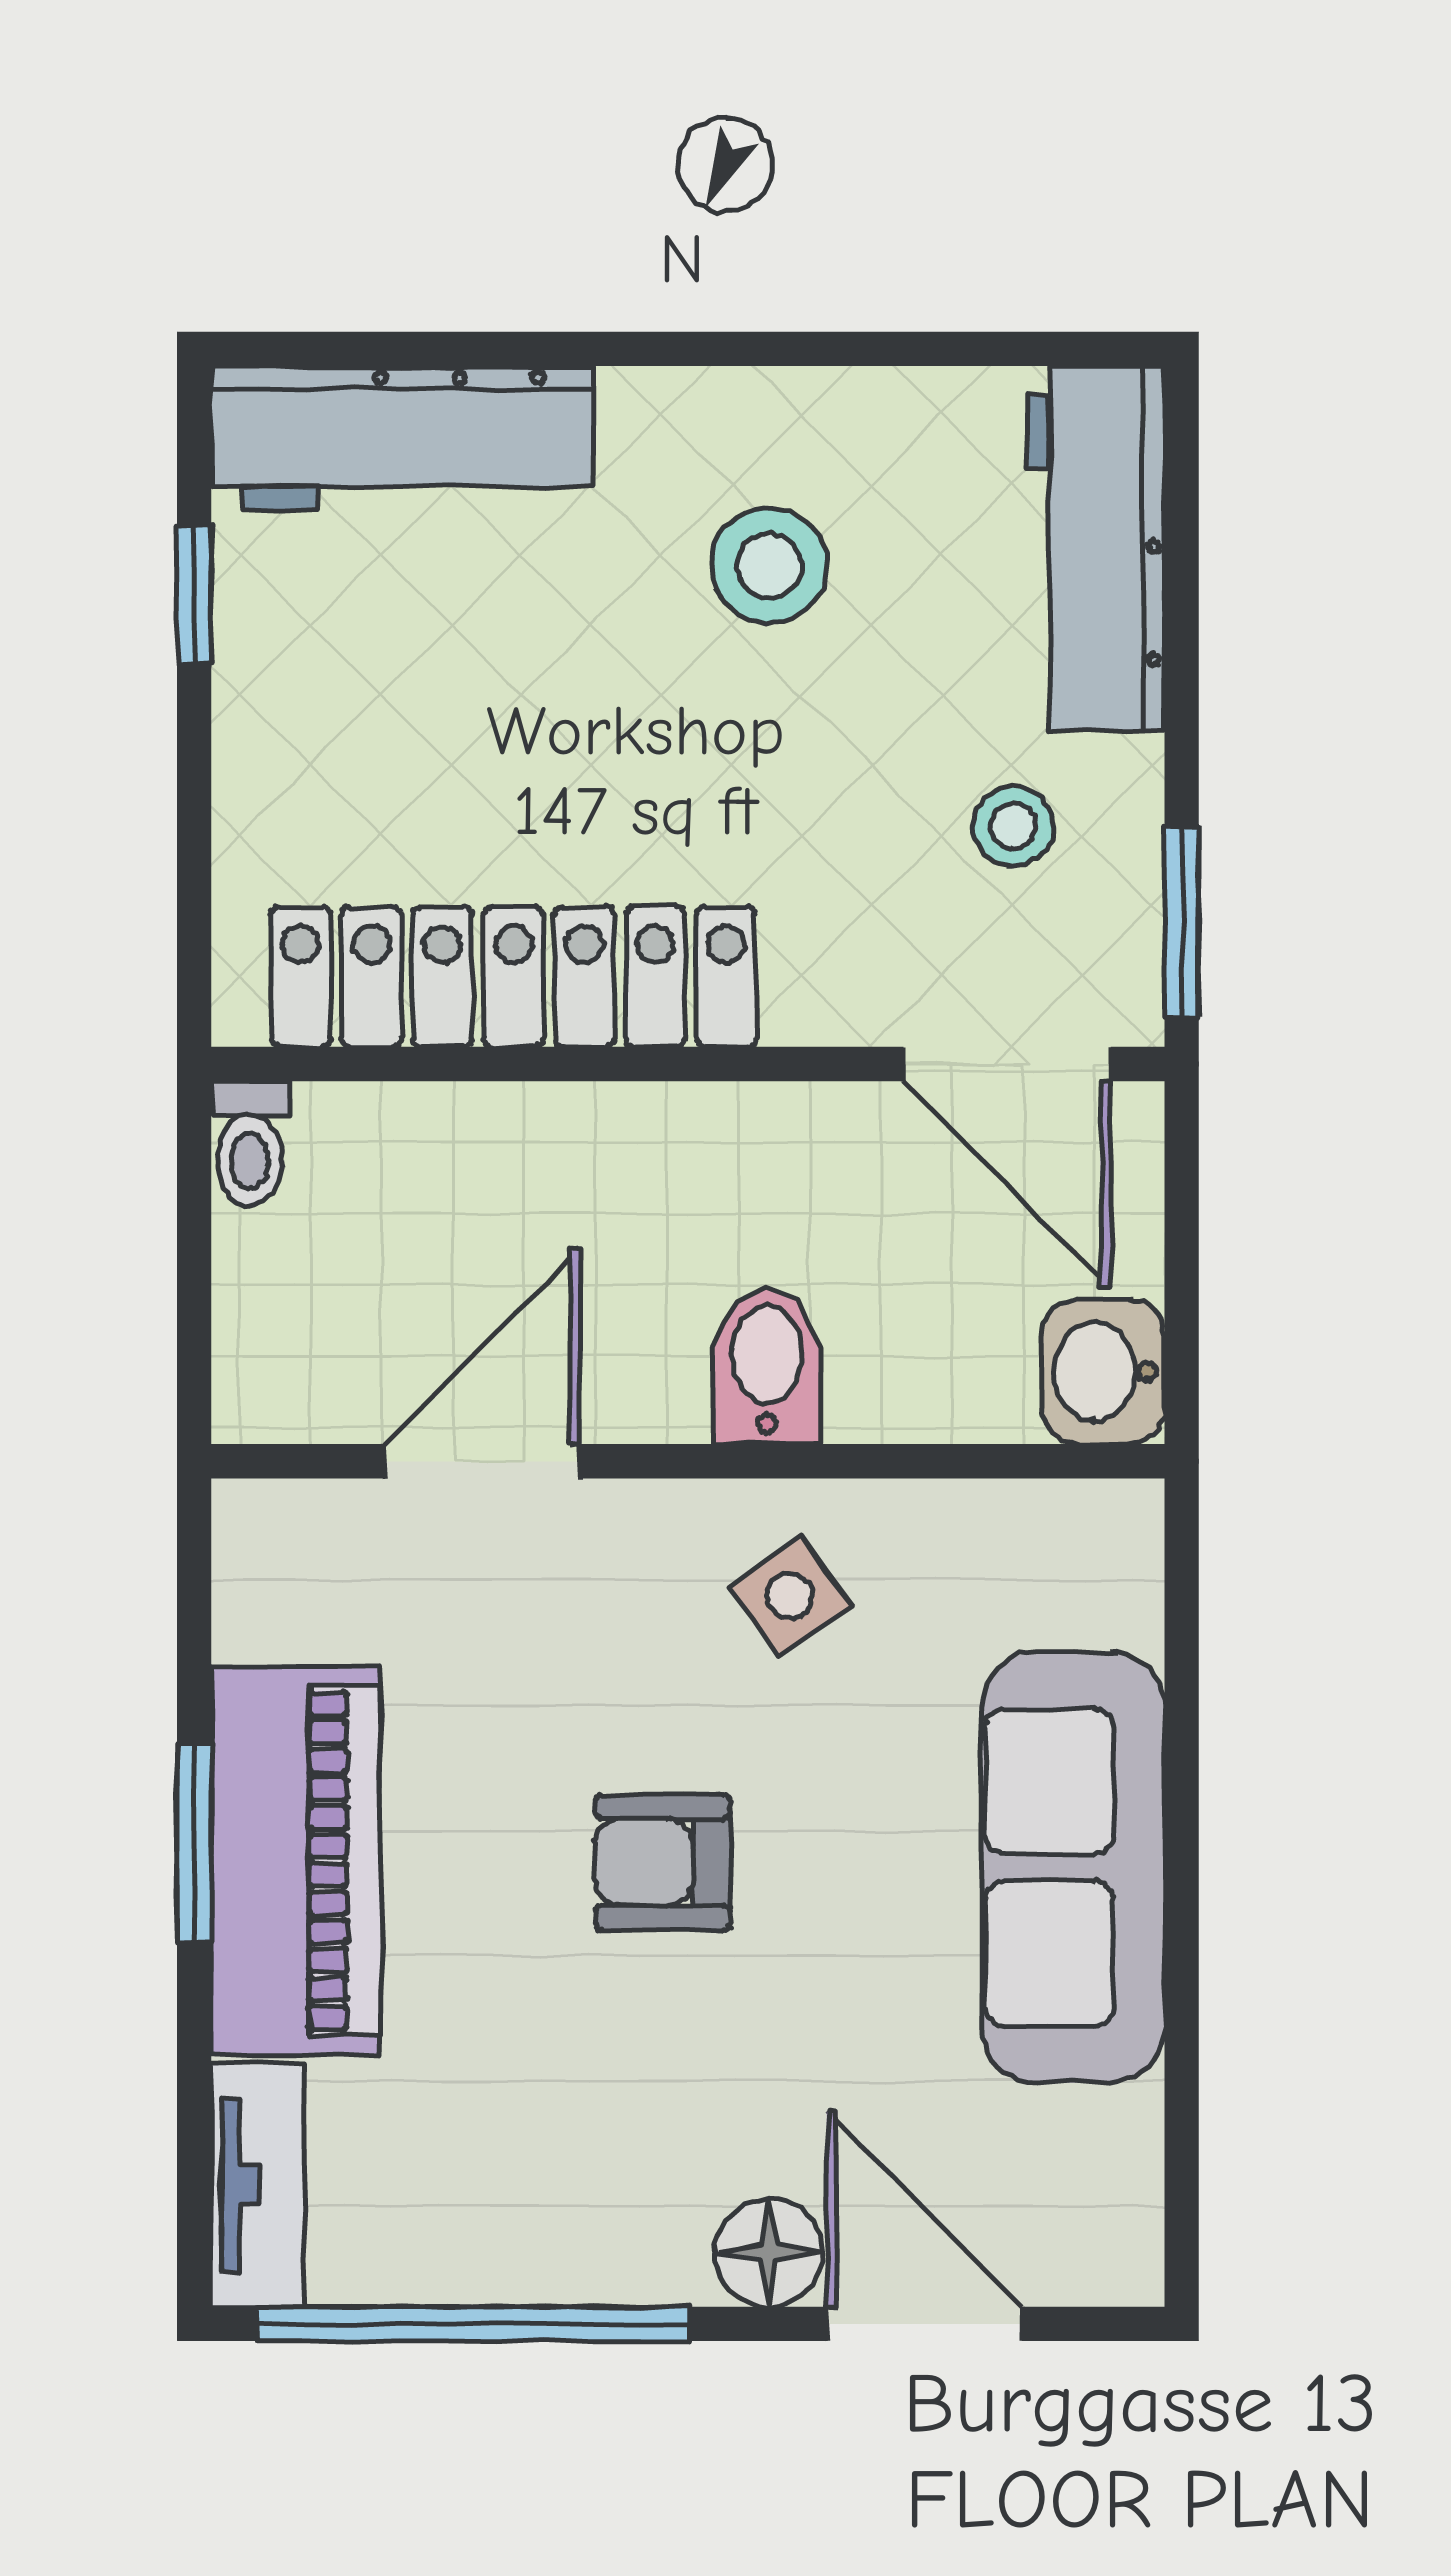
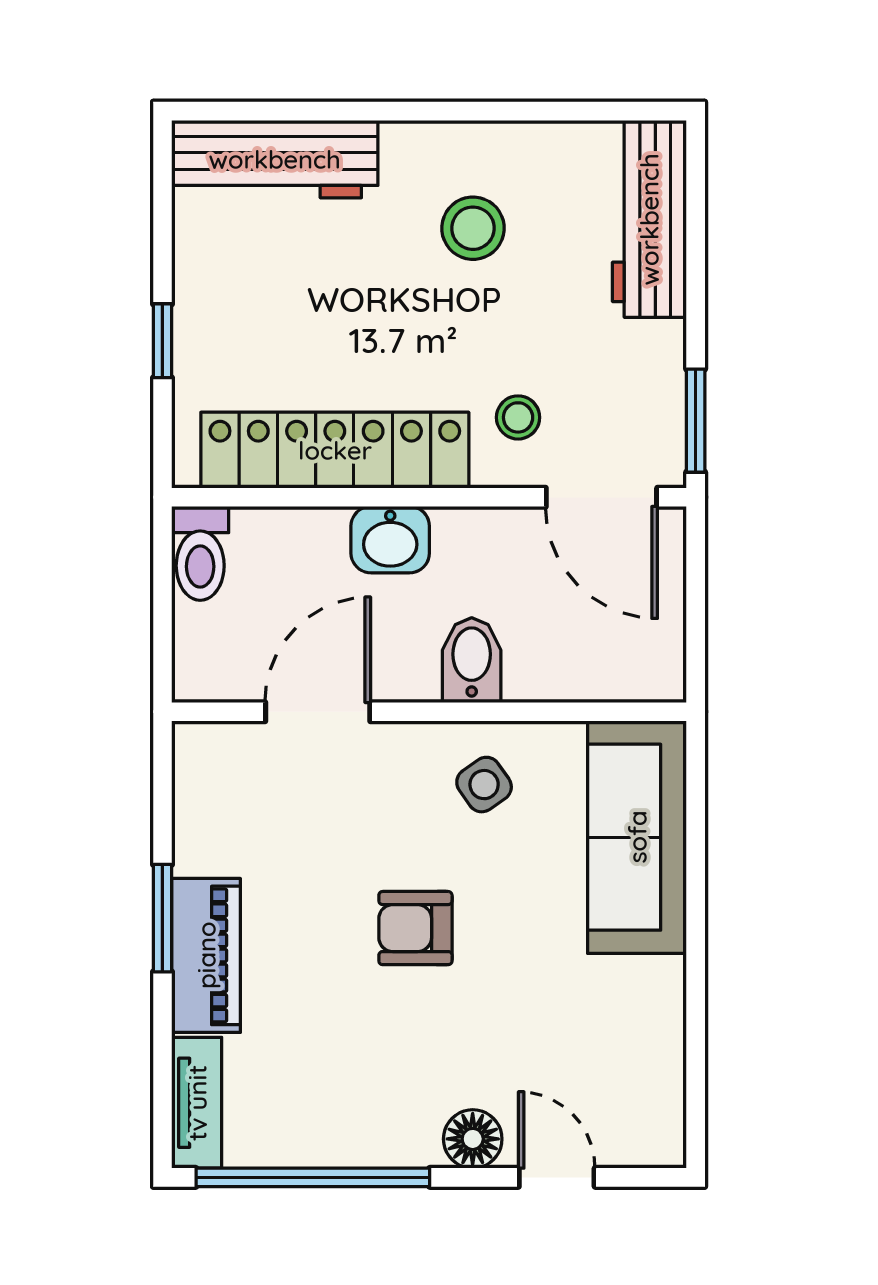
window: (194, 595) -> (162, 341), moved
stool: (1013, 826) -> (518, 417), moved
toilet: (250, 1144) -> (200, 553), width x1.37, depth x1.39
washbasin: (1103, 1372) -> (390, 540), moved, turned -90
piano: (296, 1861) -> (206, 955), width x0.73, depth x0.75
sofa: (1073, 1868) -> (637, 837), moved
door: (924, 2324) -> (557, 1177), width x0.73

